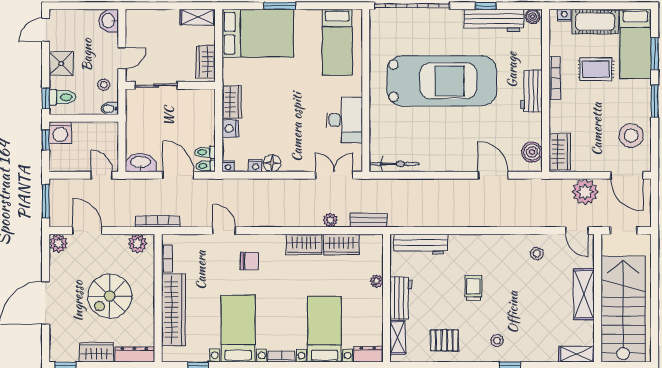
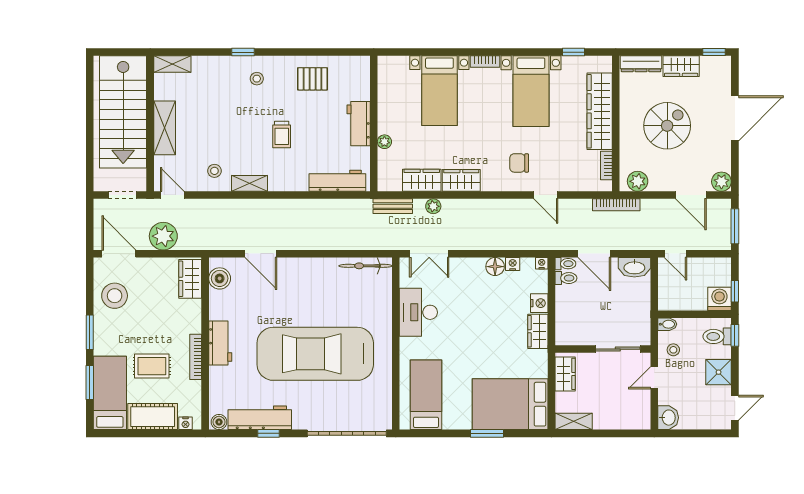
shelving: (398, 337) -> (250, 183), moved, turned 90
dresser: (368, 354) -> (394, 64), removed

